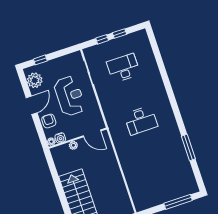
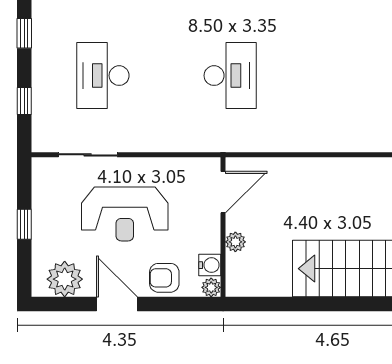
window: (119, 33) -> (24, 33), moved
window: (40, 60) -> (24, 224), moved
reception desk: (70, 96) -> (125, 214), turned 180

